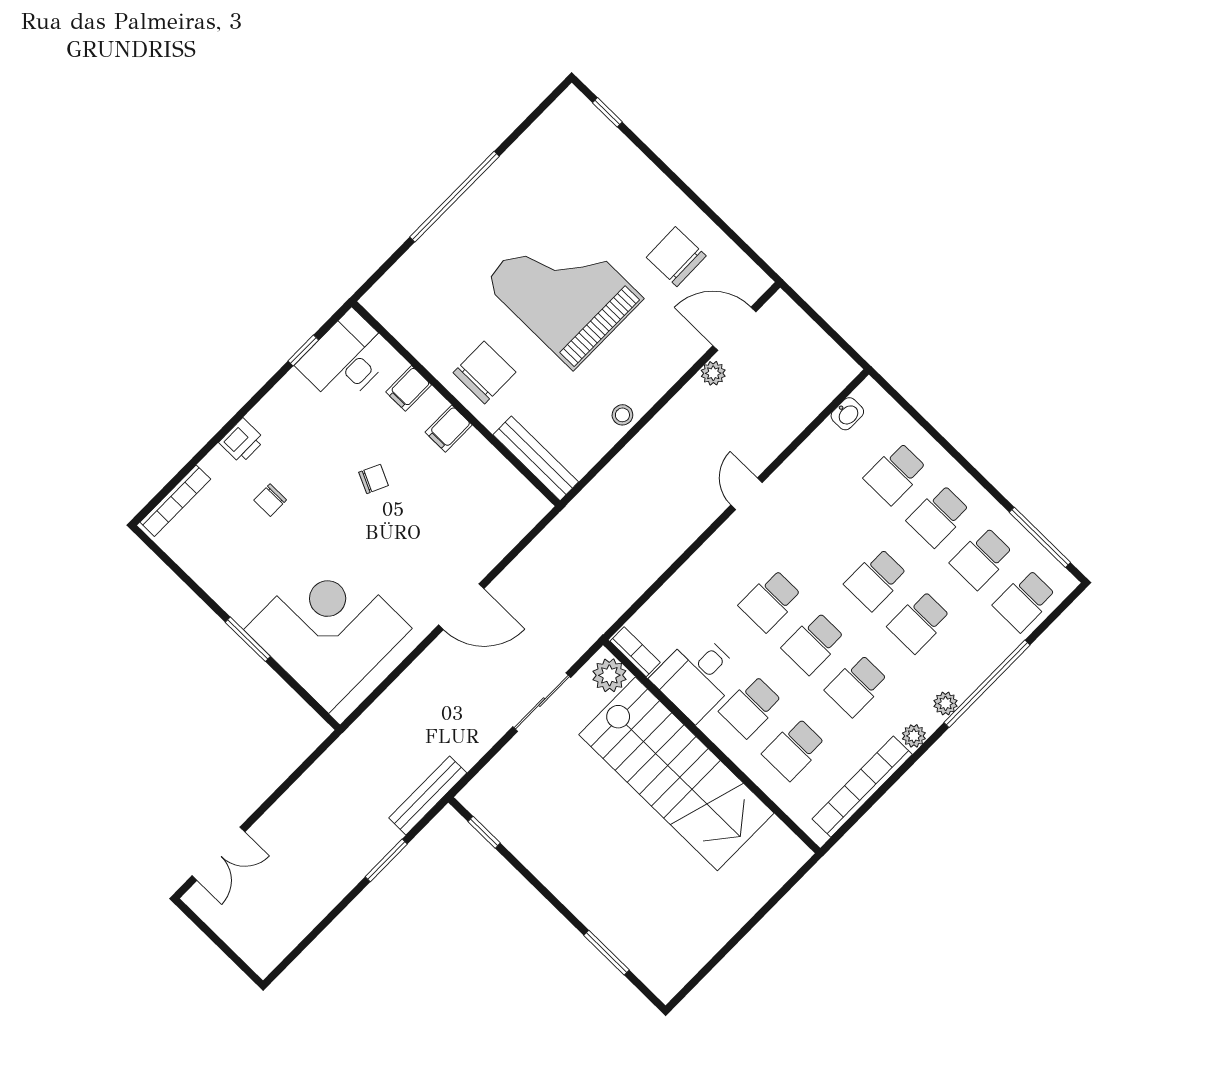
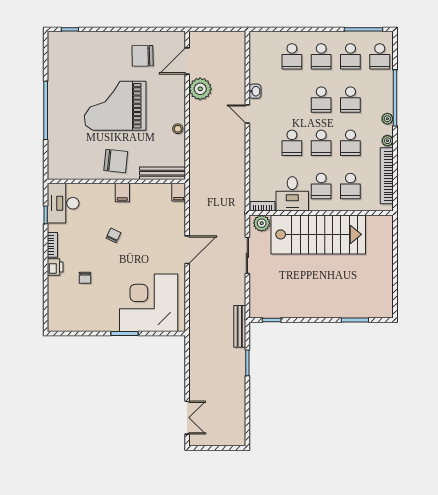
chair: (484, 372) -> (116, 161), turned 96
plant: (713, 373) -> (200, 89), width x1.88, depth x1.88
filing cabinet: (409, 388) -> (179, 192), moved
washbasin: (847, 414) -> (255, 91), moved
bookcase: (175, 501) -> (52, 245), moved, width x0.64

